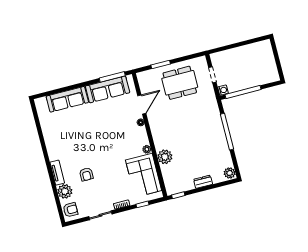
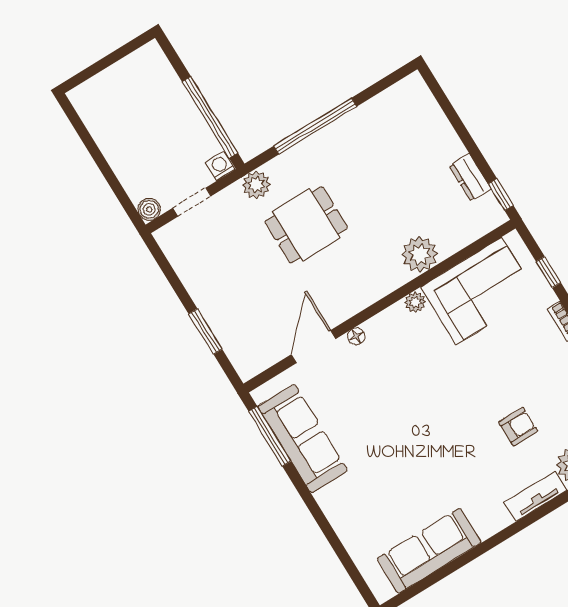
boiler: (215, 57) -> (149, 209), added
dining table: (180, 83) -> (306, 225), moved, width x0.73
sofa: (67, 99) -> (429, 551), moved, turned -90
door: (142, 105) -> (314, 347), hinge flipped
plant: (230, 173) -> (256, 185), moved
dresser: (203, 182) -> (470, 177), moved

